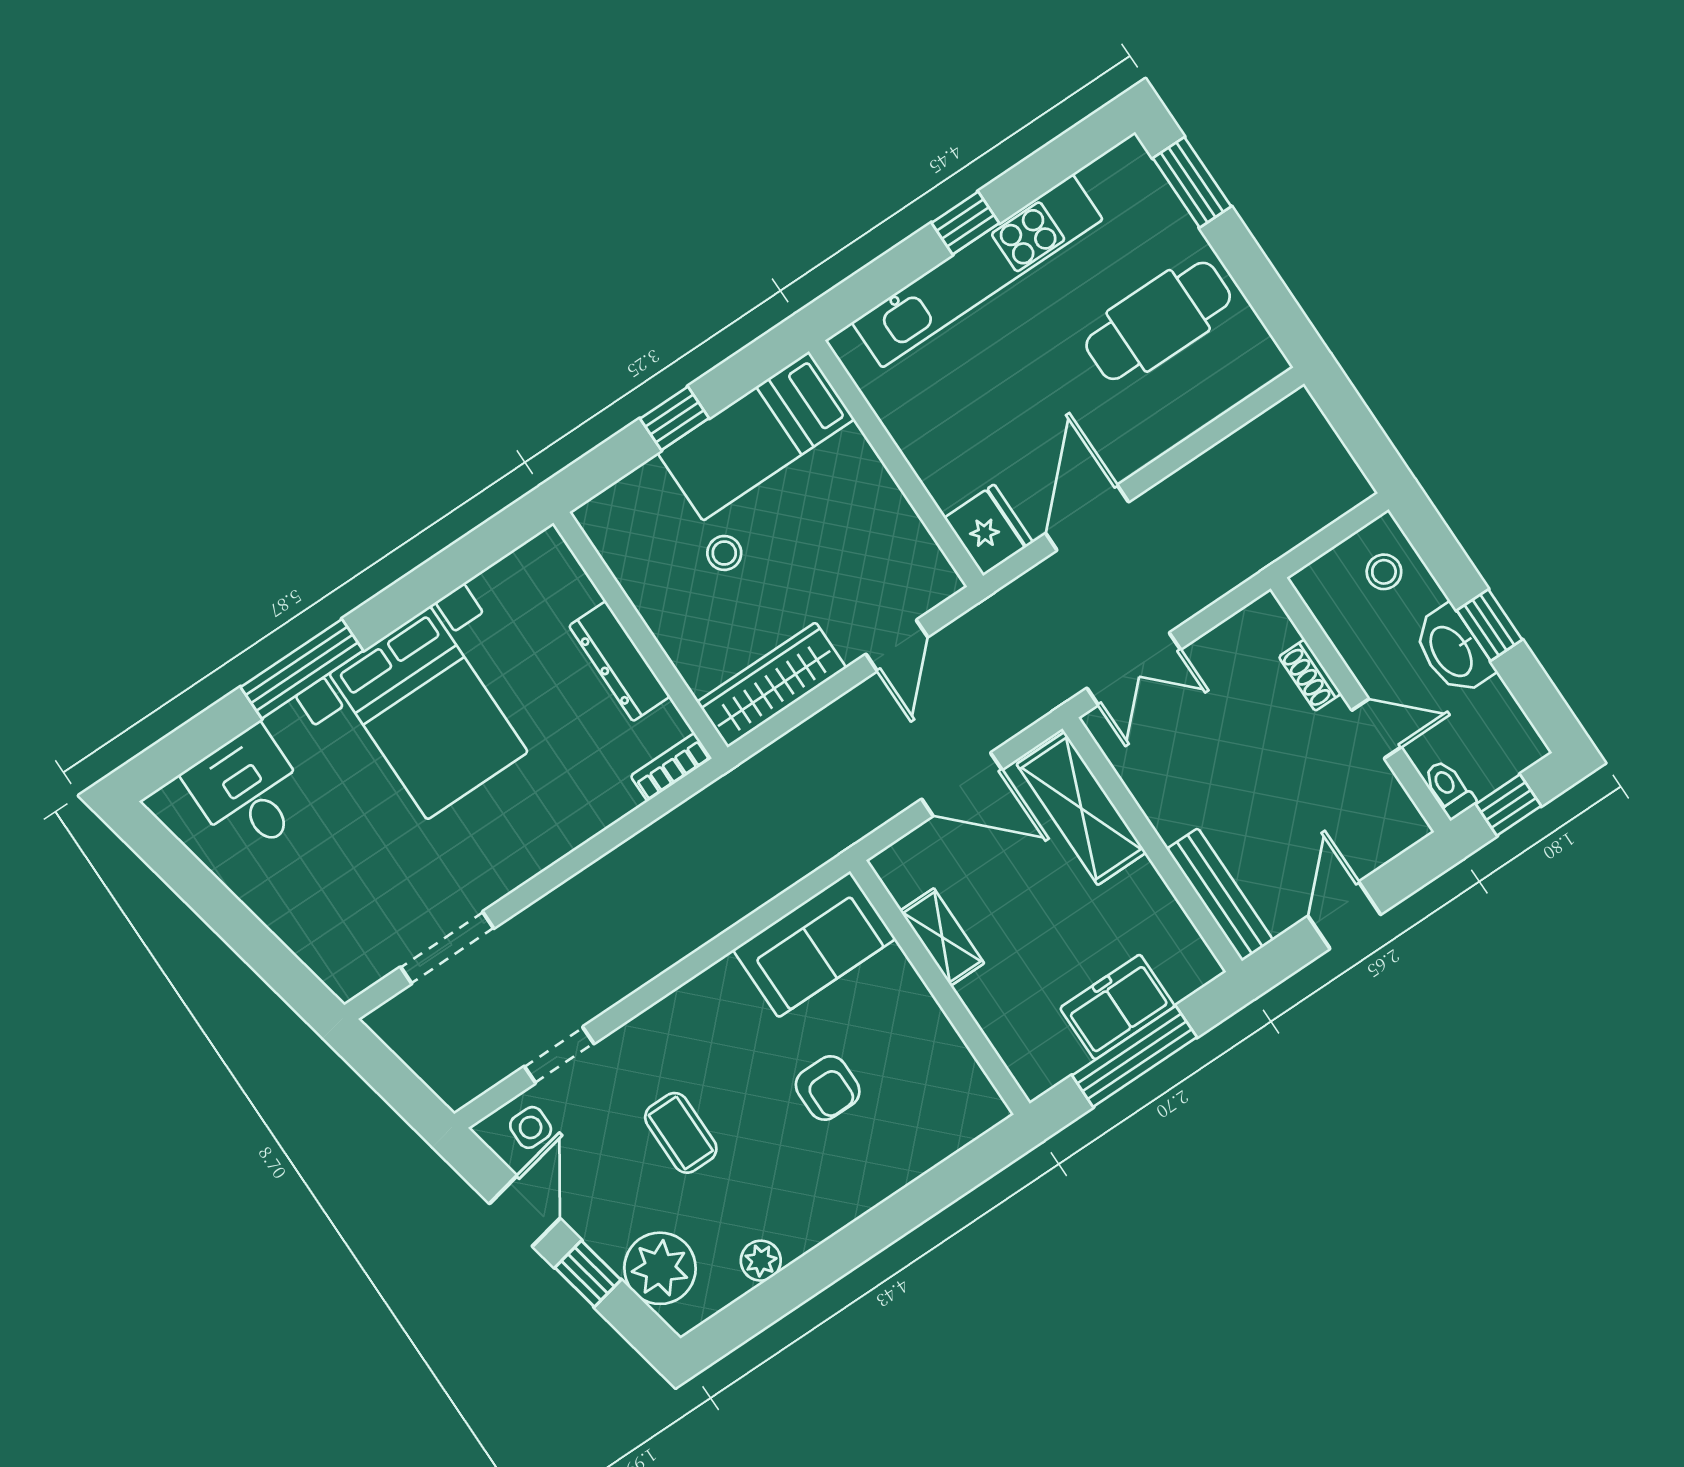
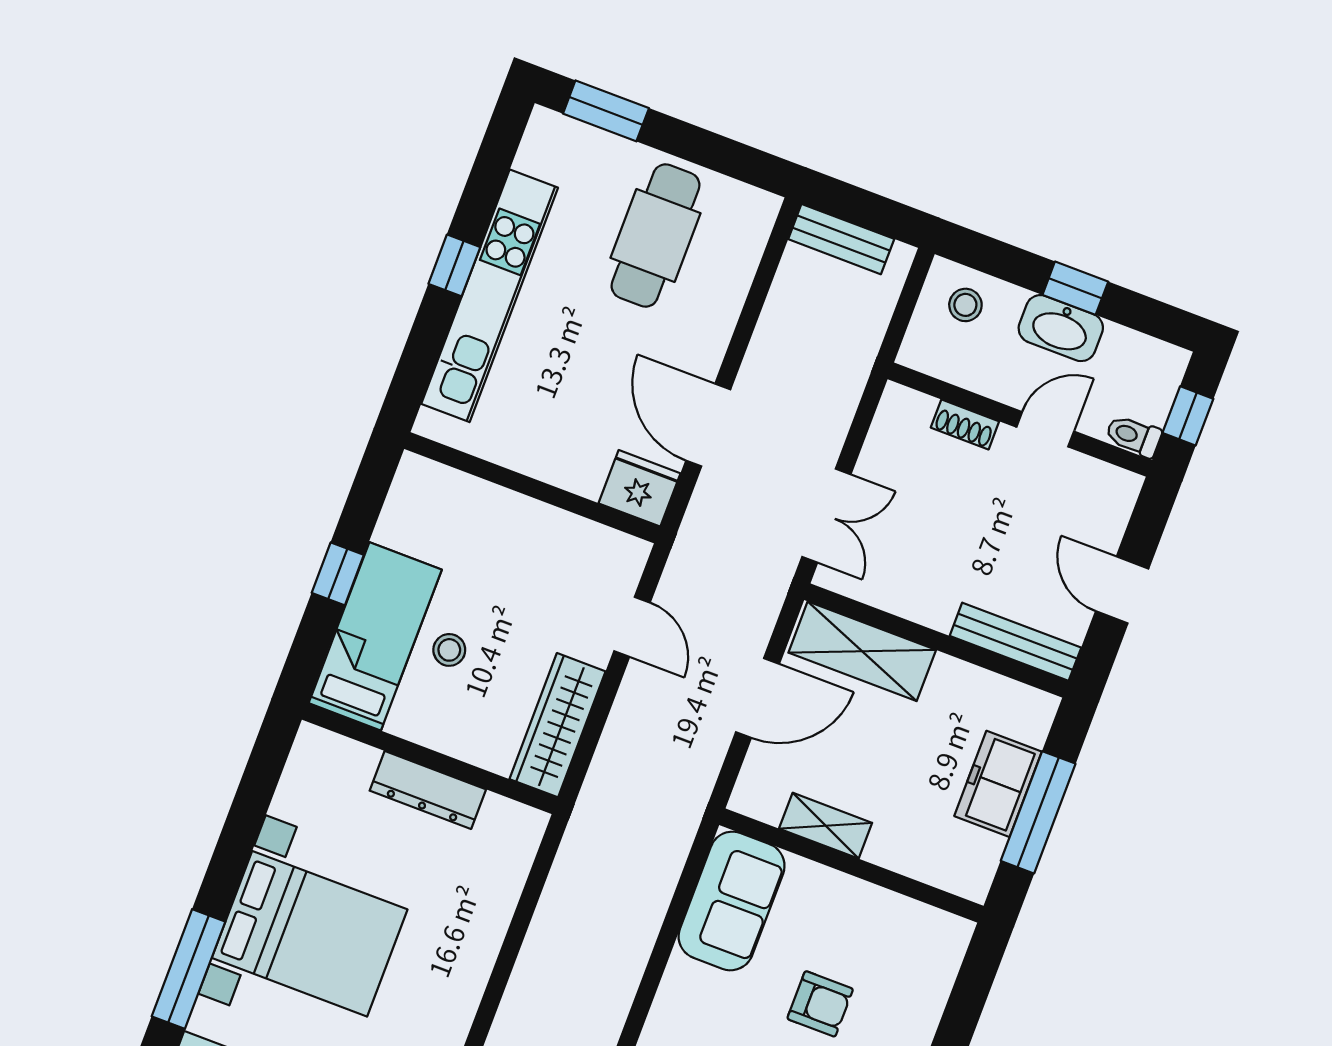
bed: (756, 436) -> (375, 636), moved, turned 180
bench: (1317, 438) -> (841, 239), added
bookcase: (671, 767) -> (525, 843), removed

